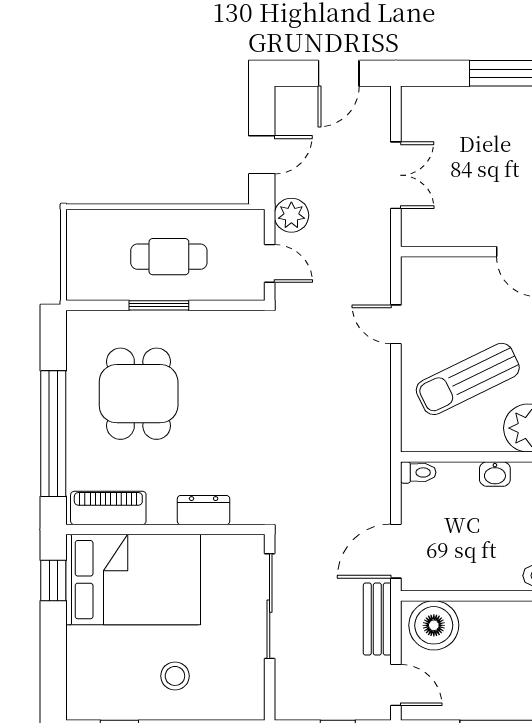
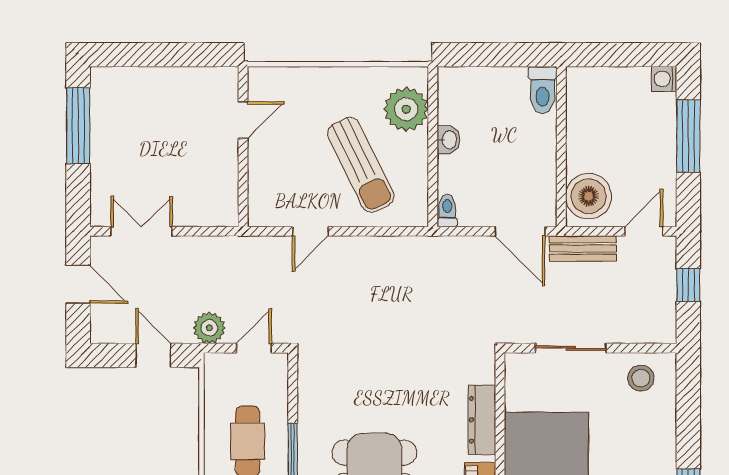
double door: (396, 175) -> (142, 231), moved
dresser: (204, 510) -> (482, 420), width x1.44
sliding door: (270, 606) -> (571, 348), width x0.73
stool: (175, 676) -> (641, 378), moved

